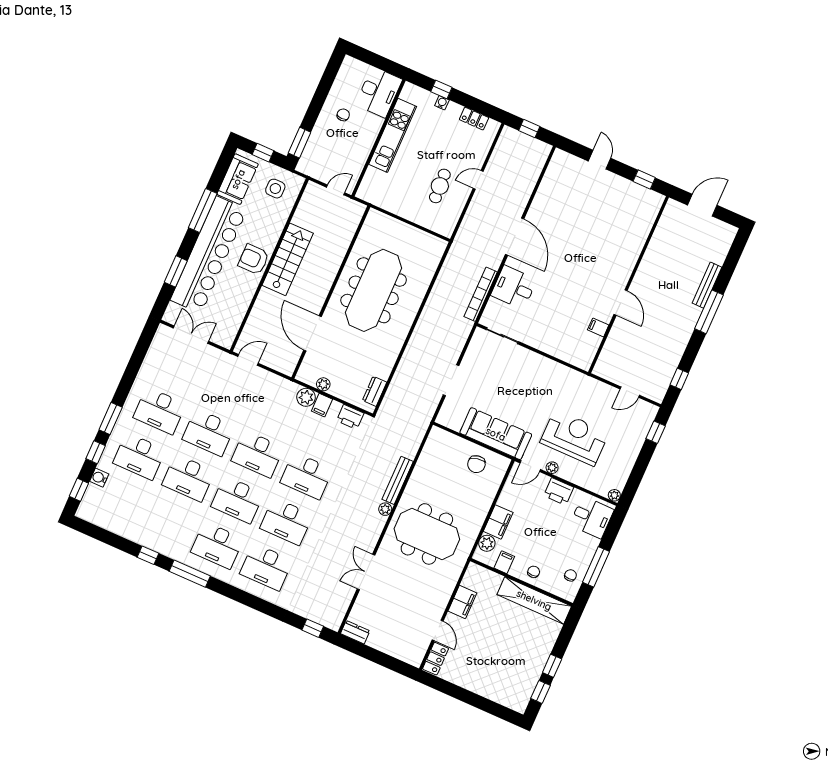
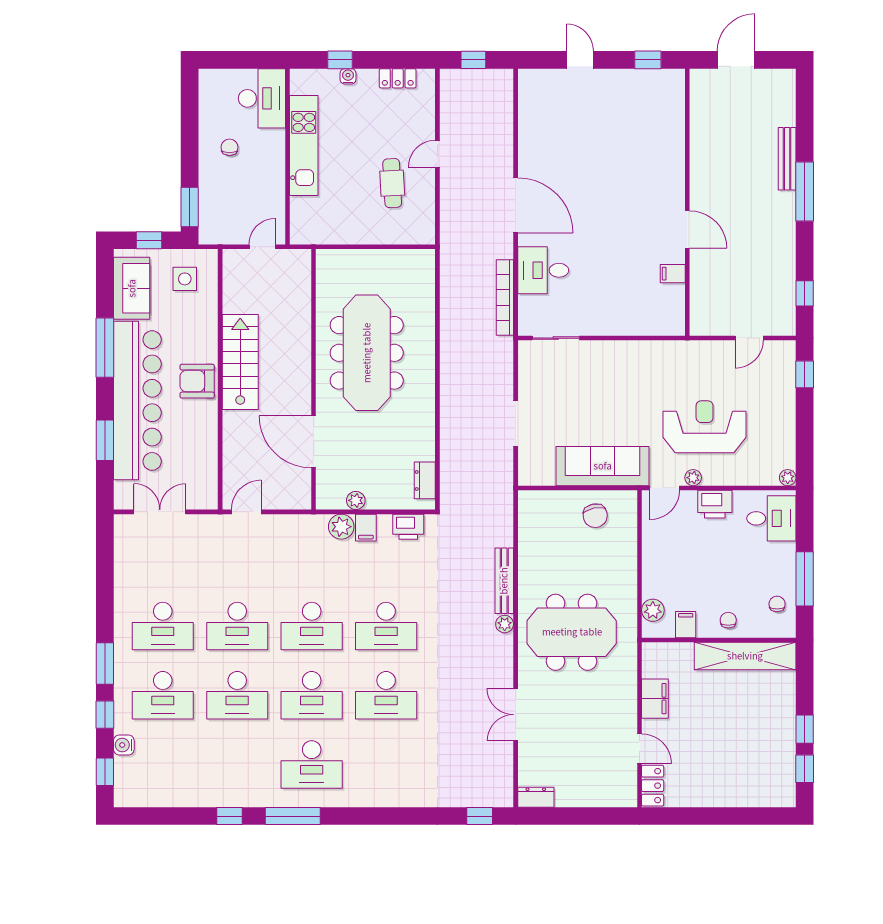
filing cabinet: (498, 522) -> (655, 577), removed
desk: (266, 567) -> (386, 764), removed

